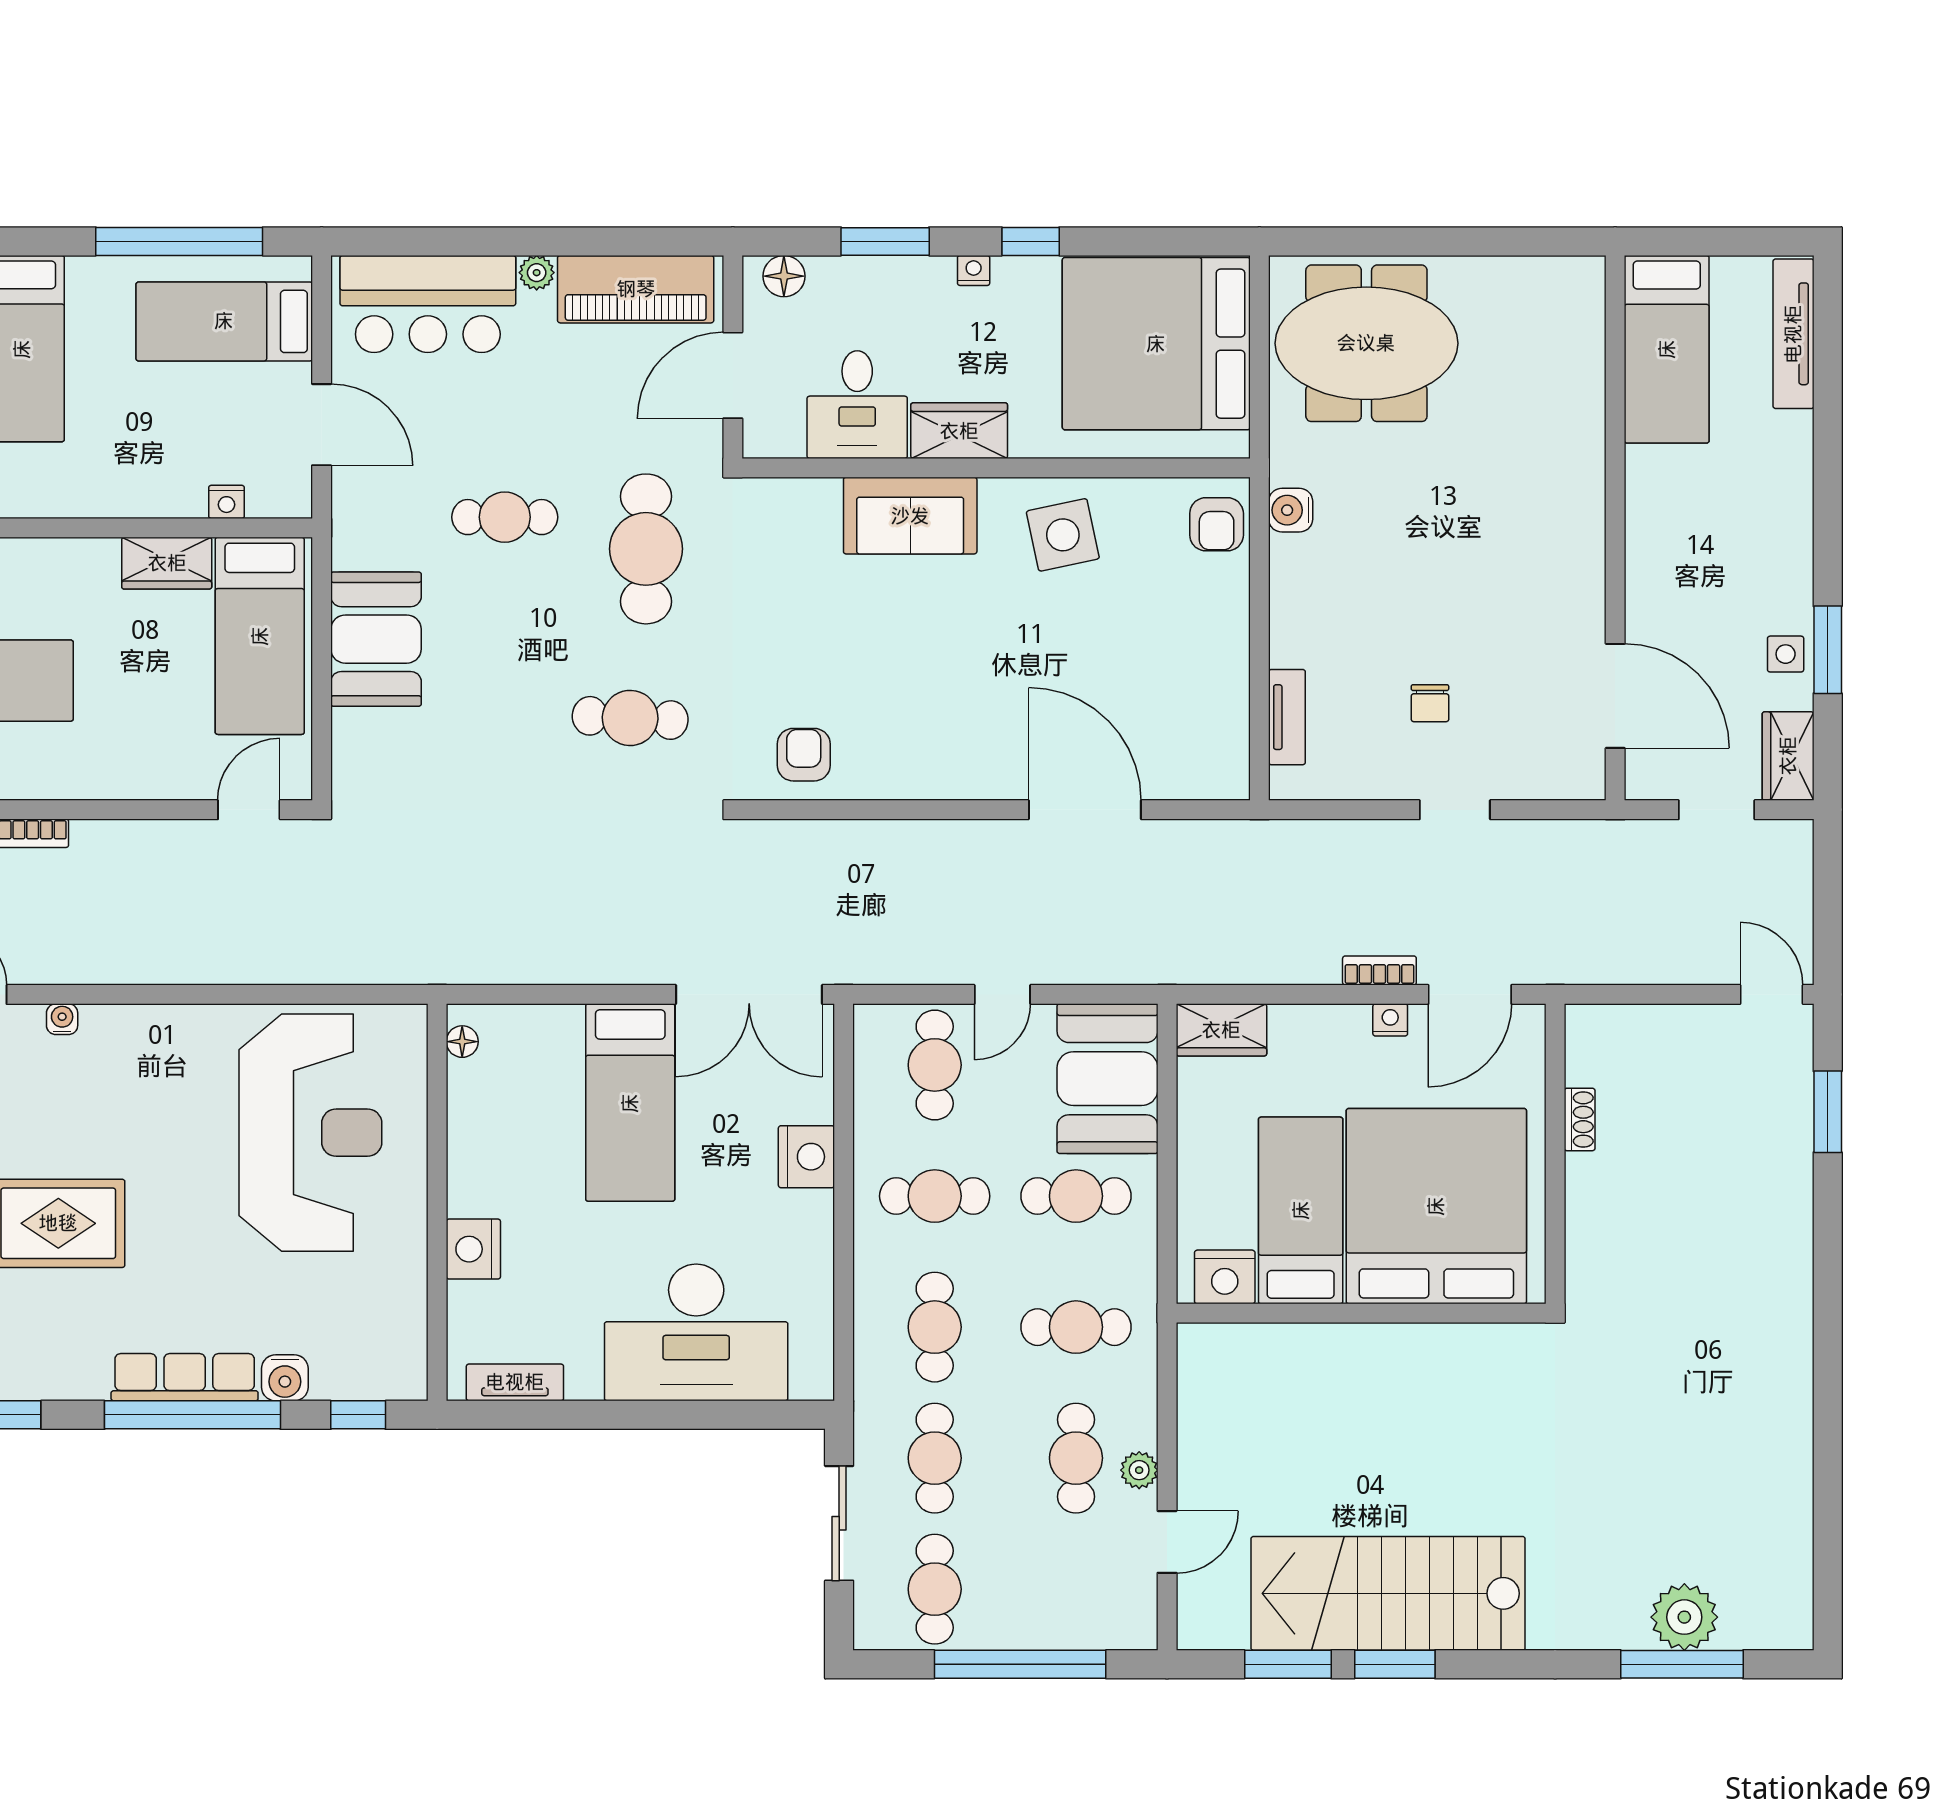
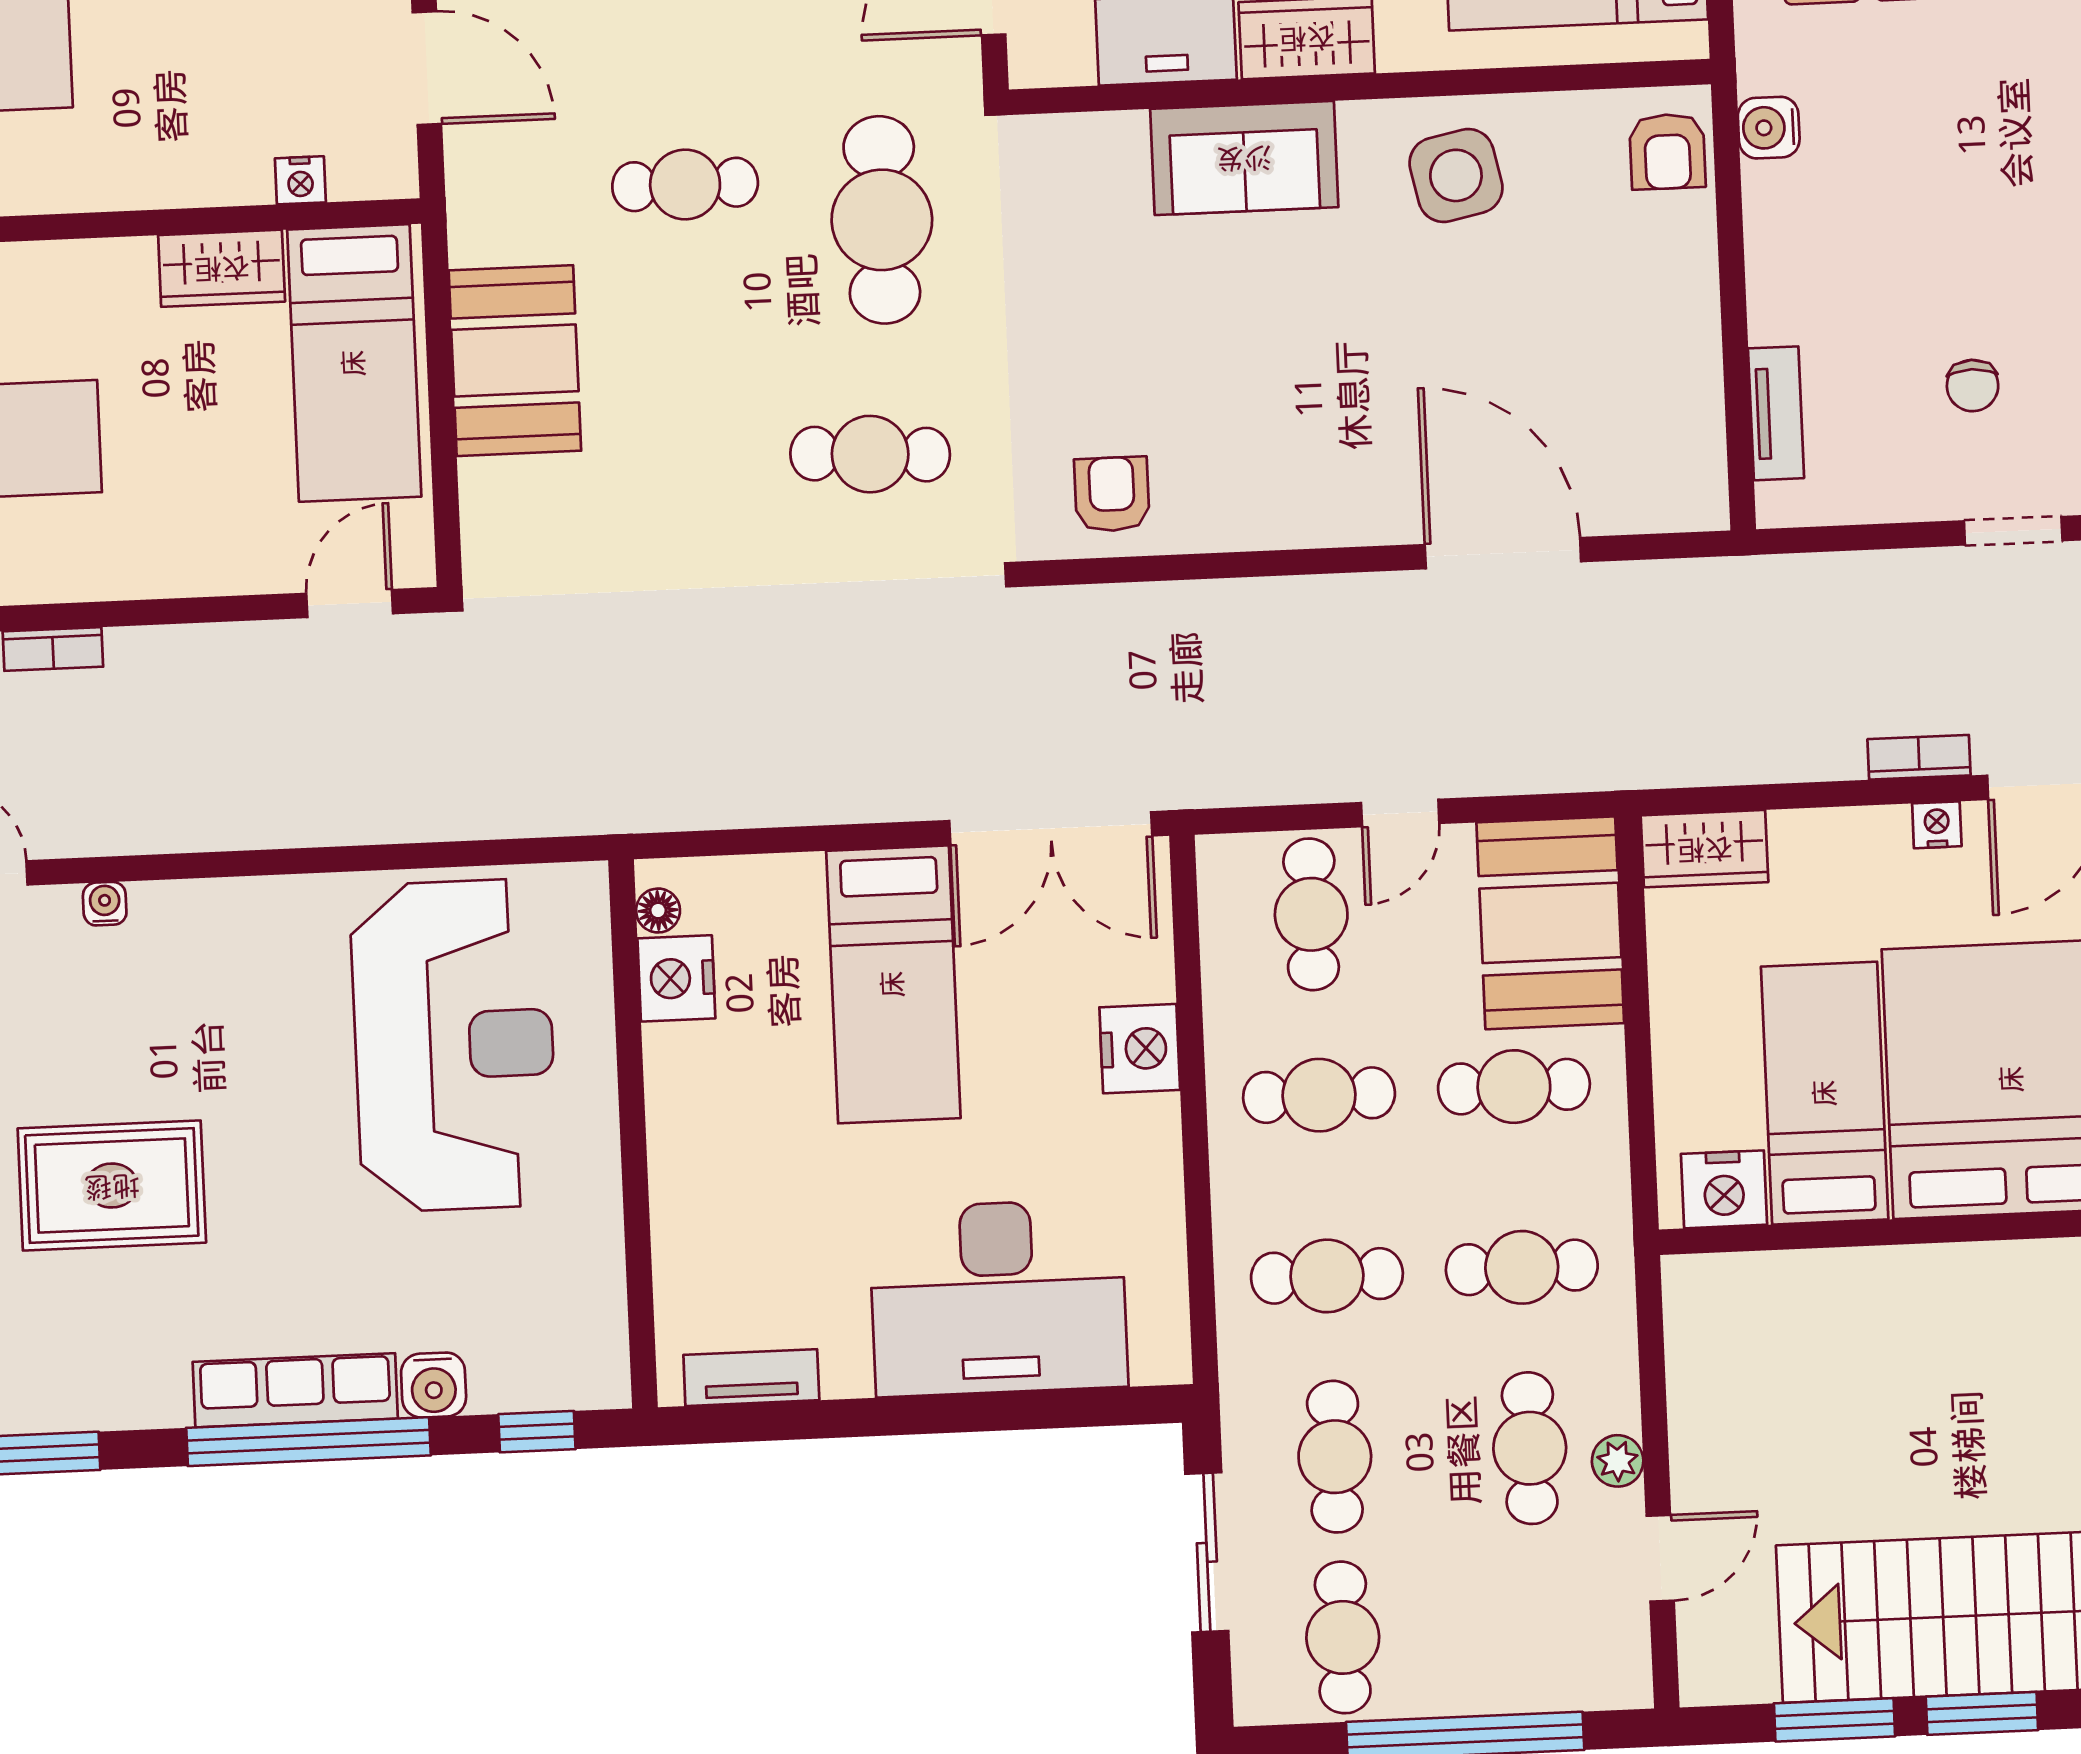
nightstand: (473, 1249) -> (676, 978), moved
cafe table: (935, 1327) -> (1327, 1276), turned 90

